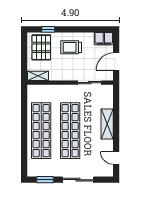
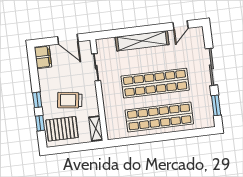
window: (68, 29) -> (37, 100), added
trolley: (71, 47) -> (70, 100), moved, turned 98
shelving: (107, 124) -> (142, 41), width x1.47

